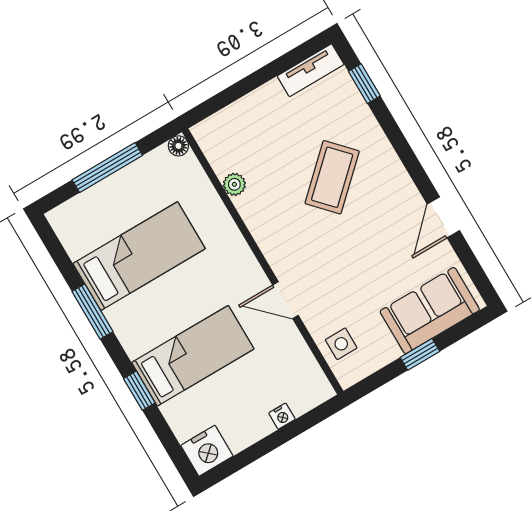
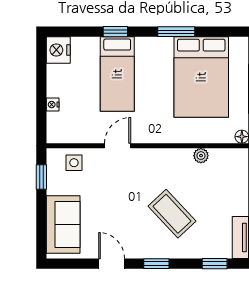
window: (409, 159) -> (156, 264), added
bed: (139, 256) -> (201, 77), width x1.50
window: (420, 354) -> (41, 177), moved

